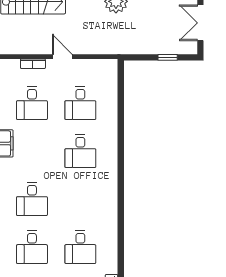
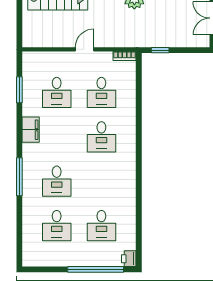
door: (62, 57) -> (85, 49), hinge flipped
window: (168, 57) -> (160, 50), moved
bookcase: (33, 64) -> (125, 56), moved

